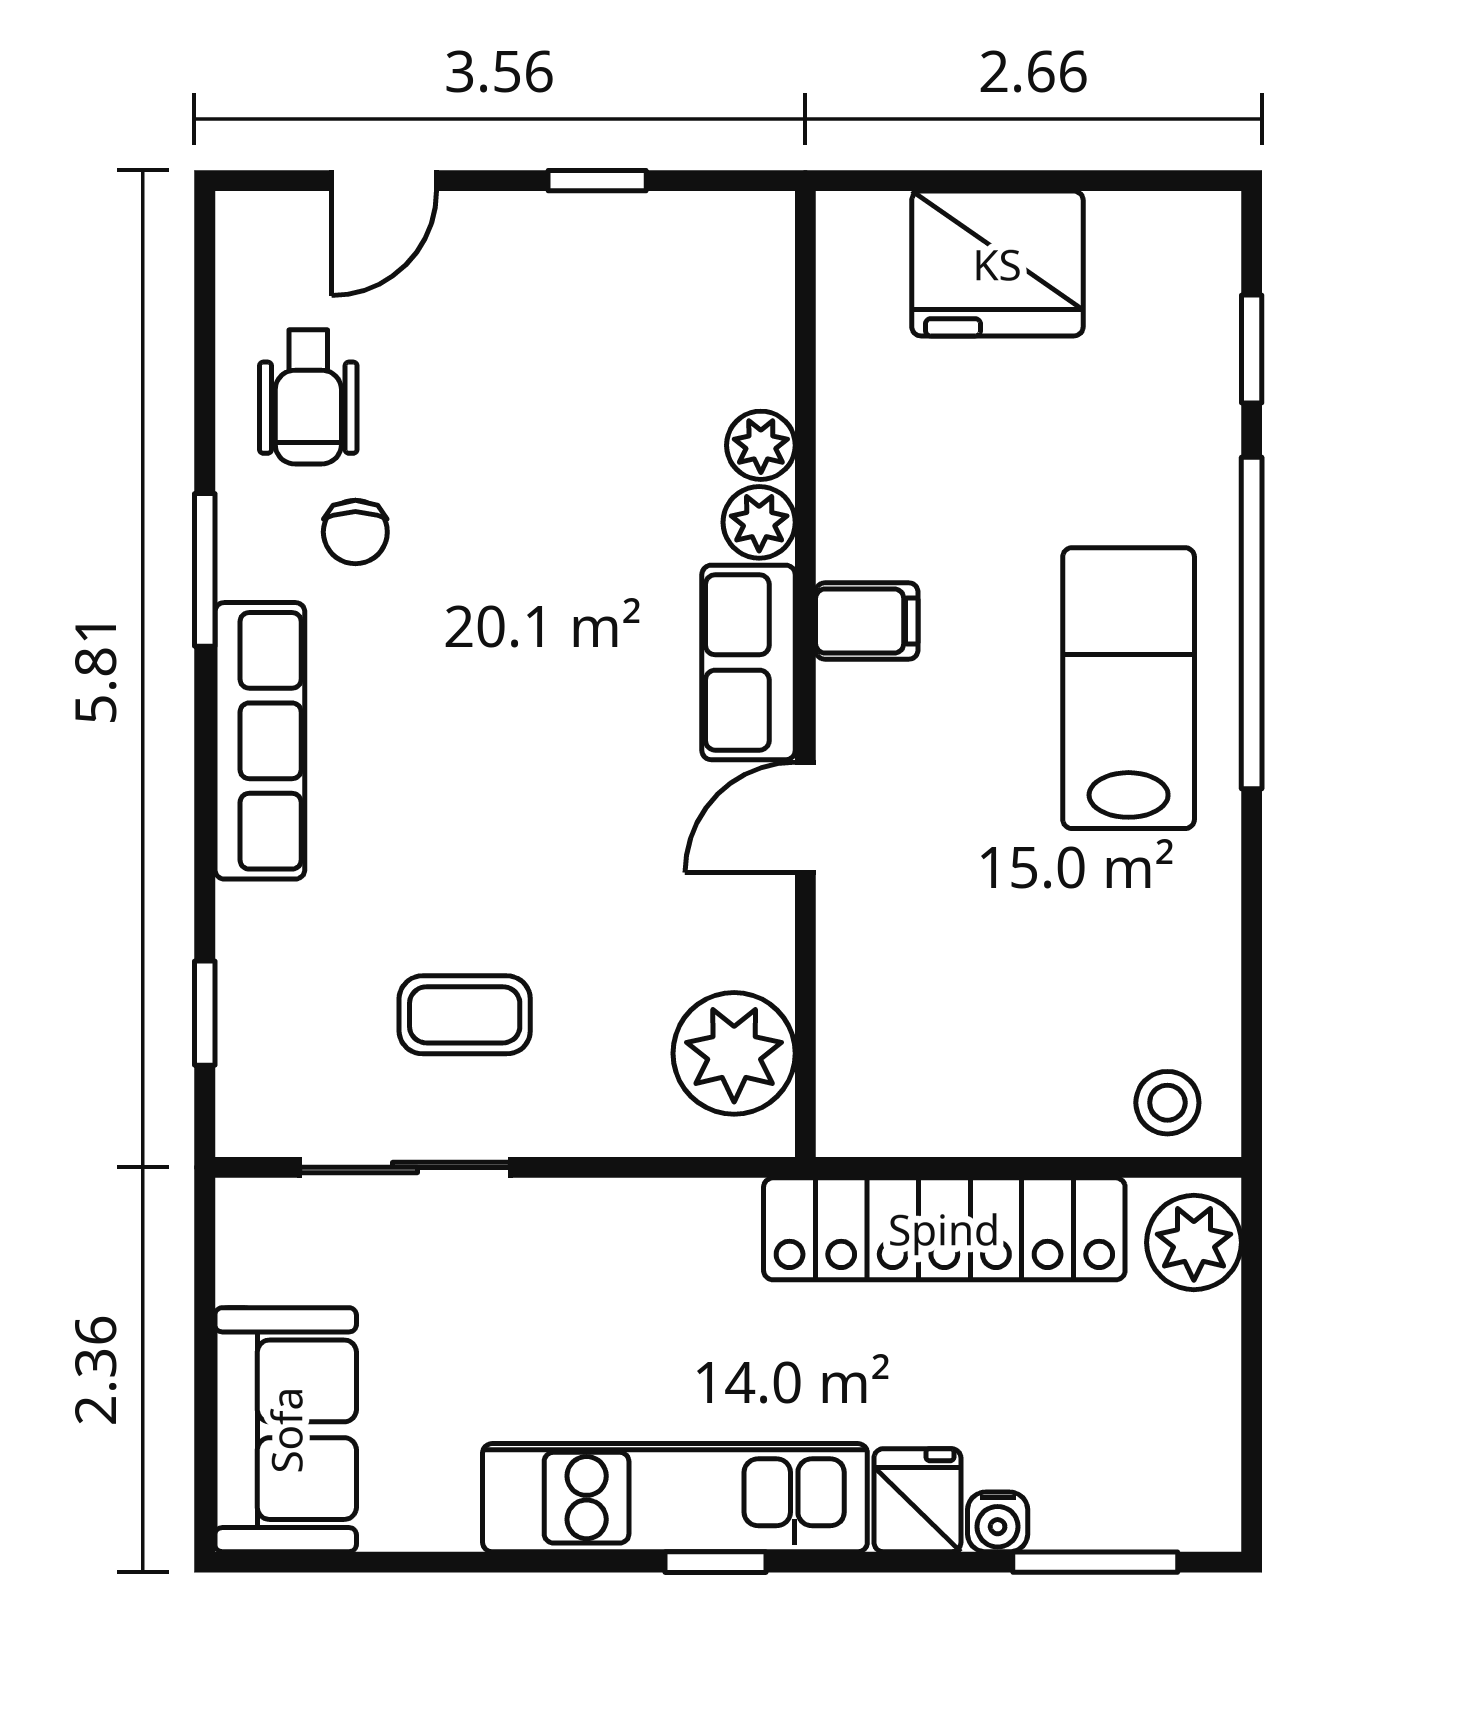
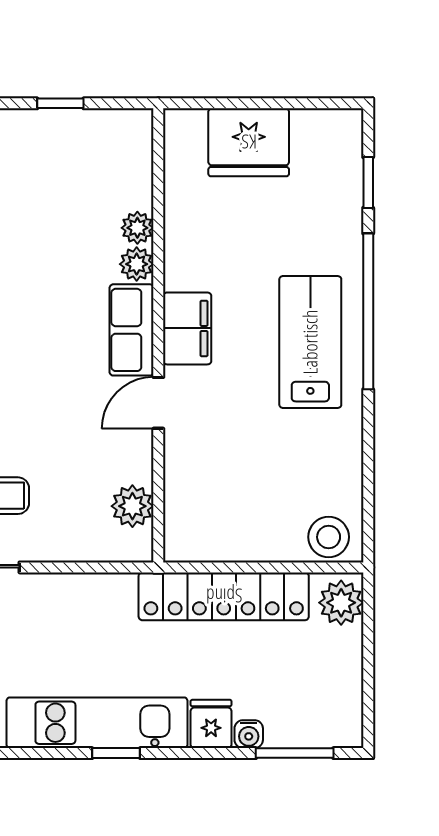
filing cabinet: (867, 621) -> (187, 328), width x2.00
plant: (734, 1053) -> (132, 506), width x0.73, depth x0.73
stool: (1167, 1103) -> (329, 537), width x1.37, depth x1.37

